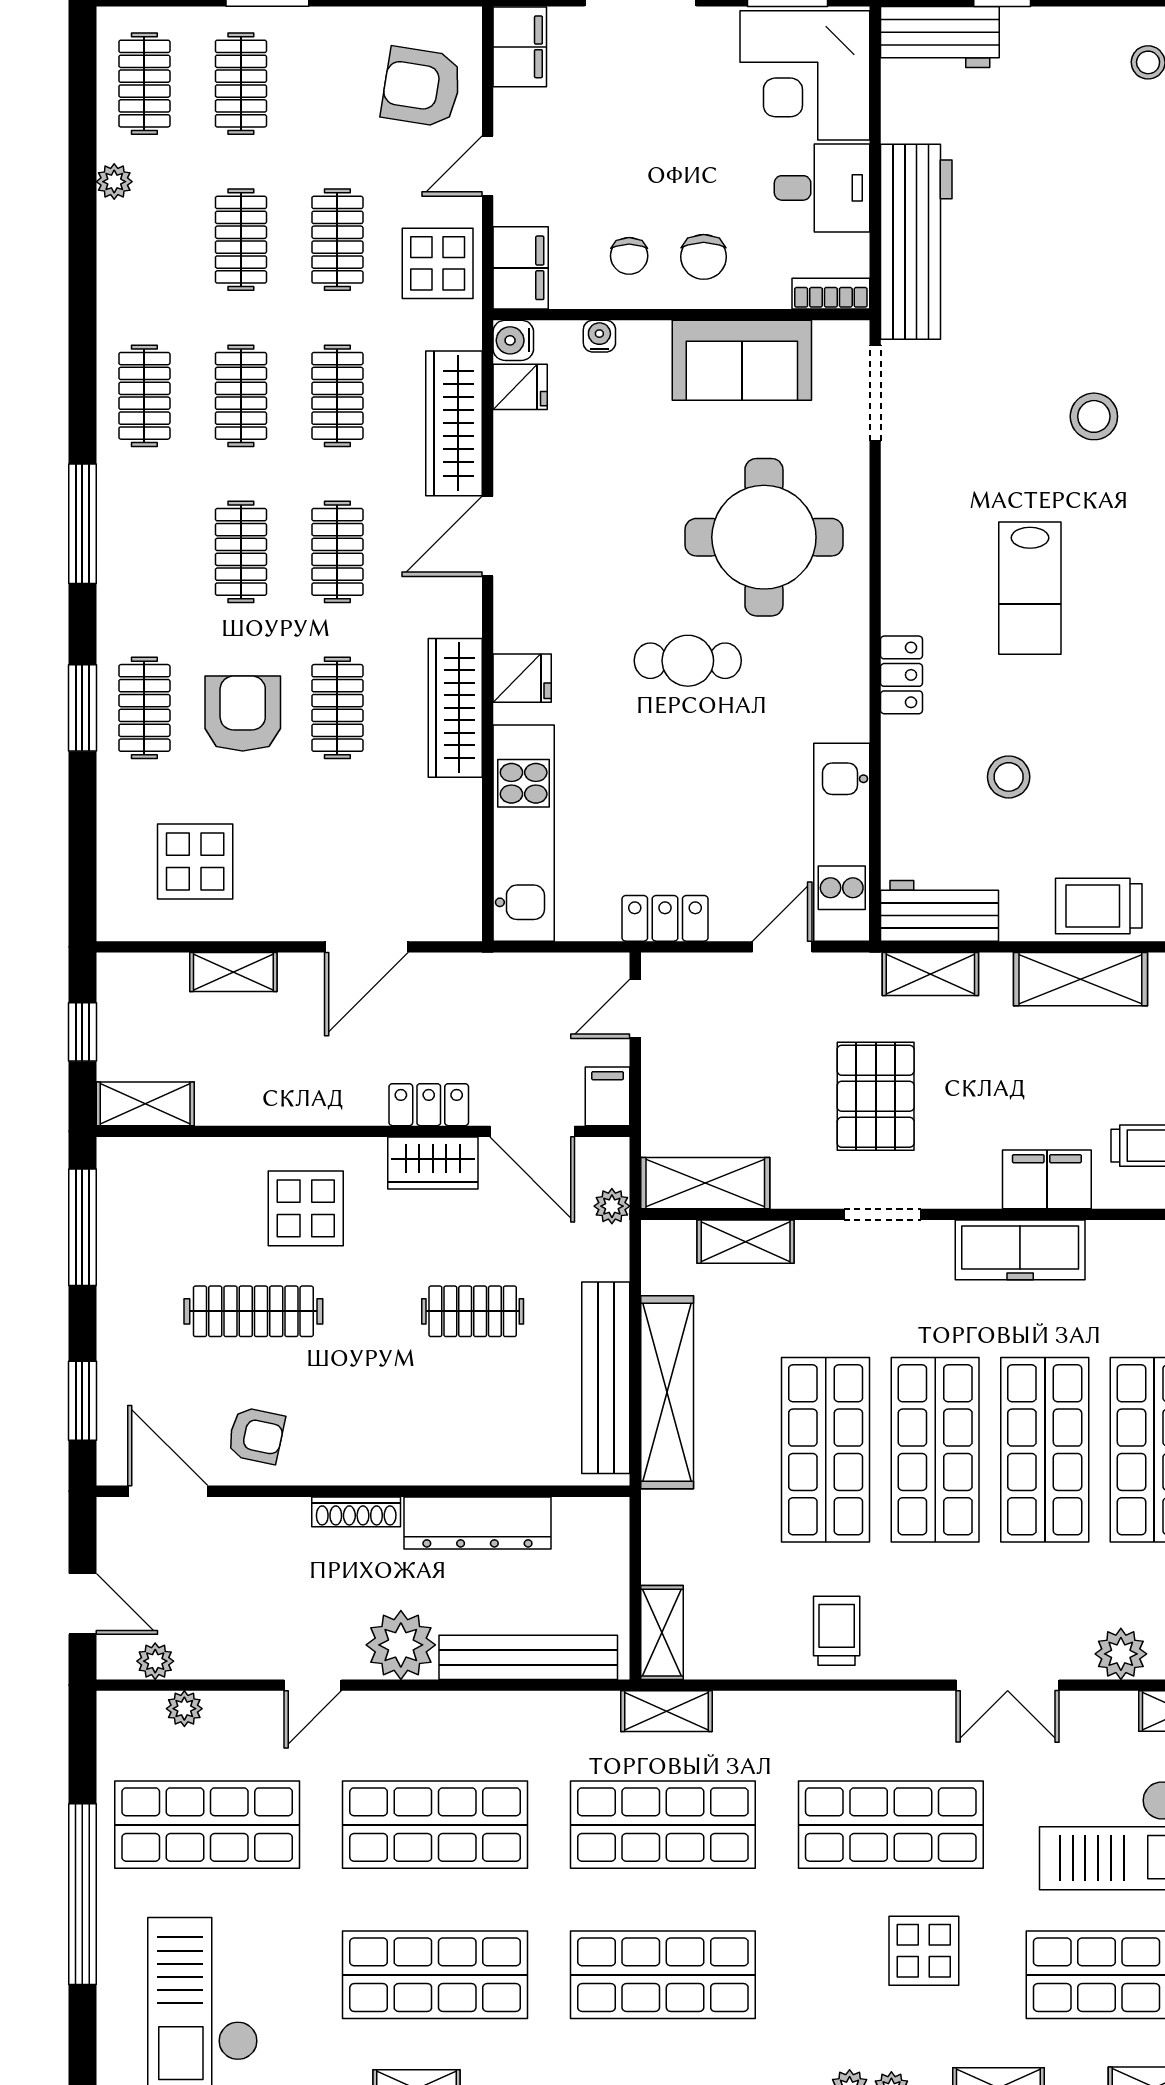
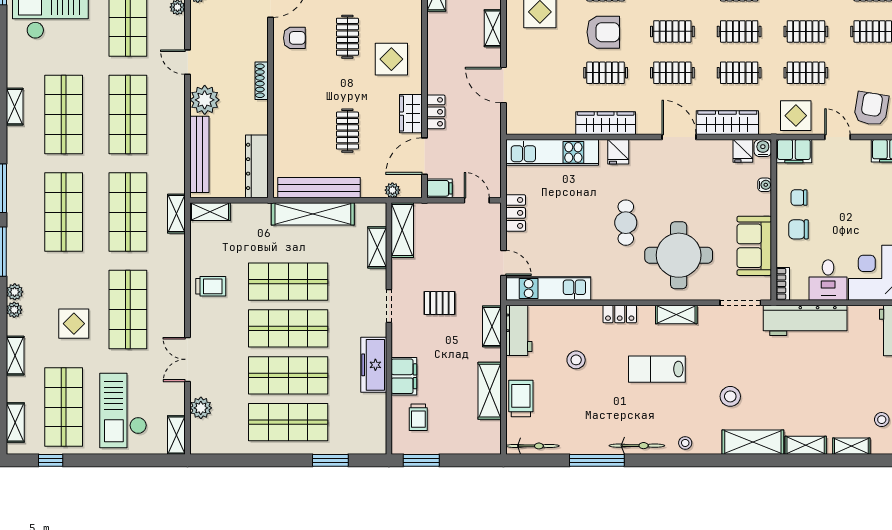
shelving: (902, 543) -> (676, 314), added
pallet: (876, 1096) -> (439, 303), width x0.67, depth x0.71
clothes rail: (253, 1311) -> (347, 37), width x0.73
armchair: (256, 1436) -> (294, 38), turned -102
dresser: (477, 1523) -> (257, 166), moved

